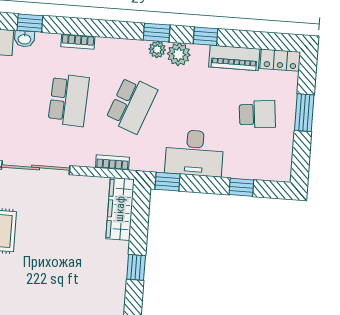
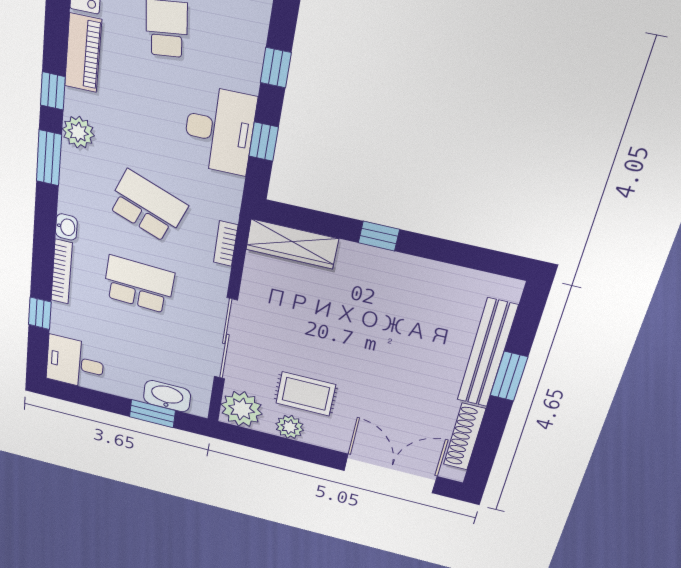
window: (157, 33) -> (49, 158), width x1.50
washbasin: (24, 39) -> (66, 227), moved
bookcase: (78, 42) -> (62, 272), width x1.56
plant: (157, 49) -> (72, 161), removed
window: (168, 182) -> (264, 142), moved

